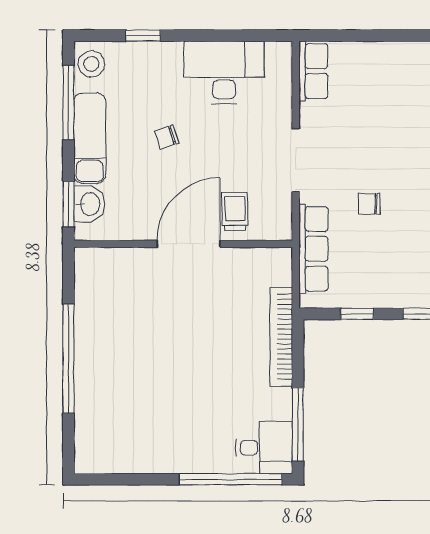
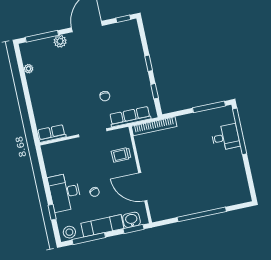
desk: (224, 72) -> (65, 192), moved
door: (188, 244) -> (143, 187), moved
bookcase: (281, 337) -> (154, 126), moved
desk: (264, 448) -> (225, 137), moved, turned 90

